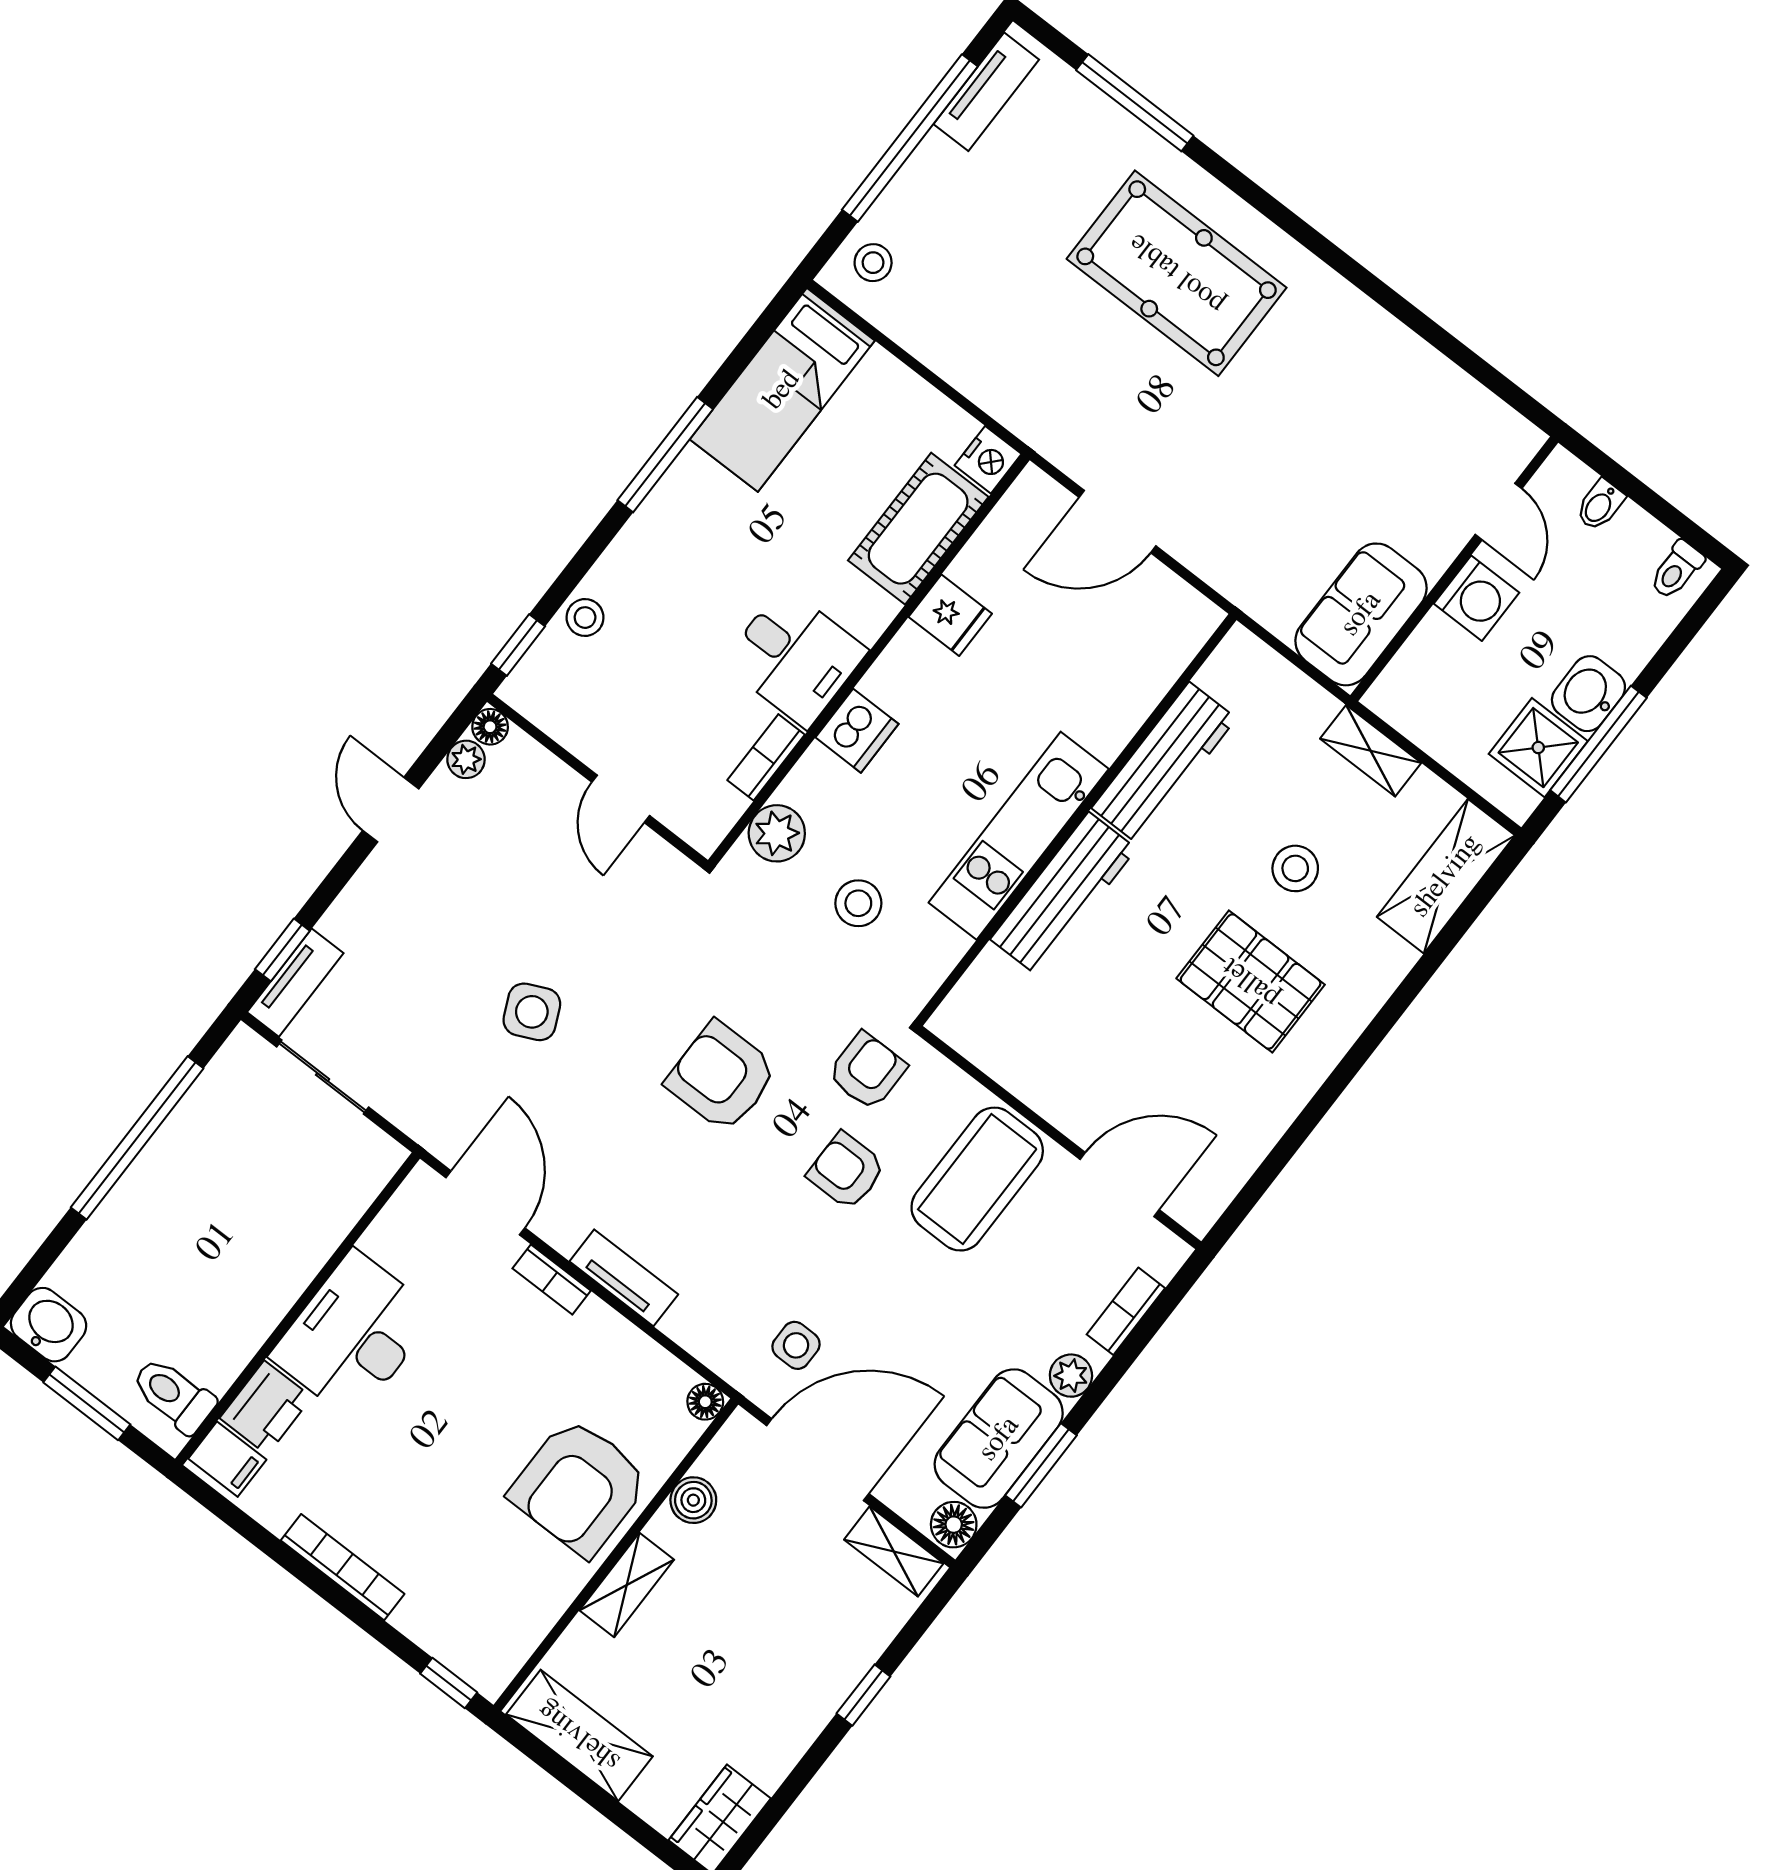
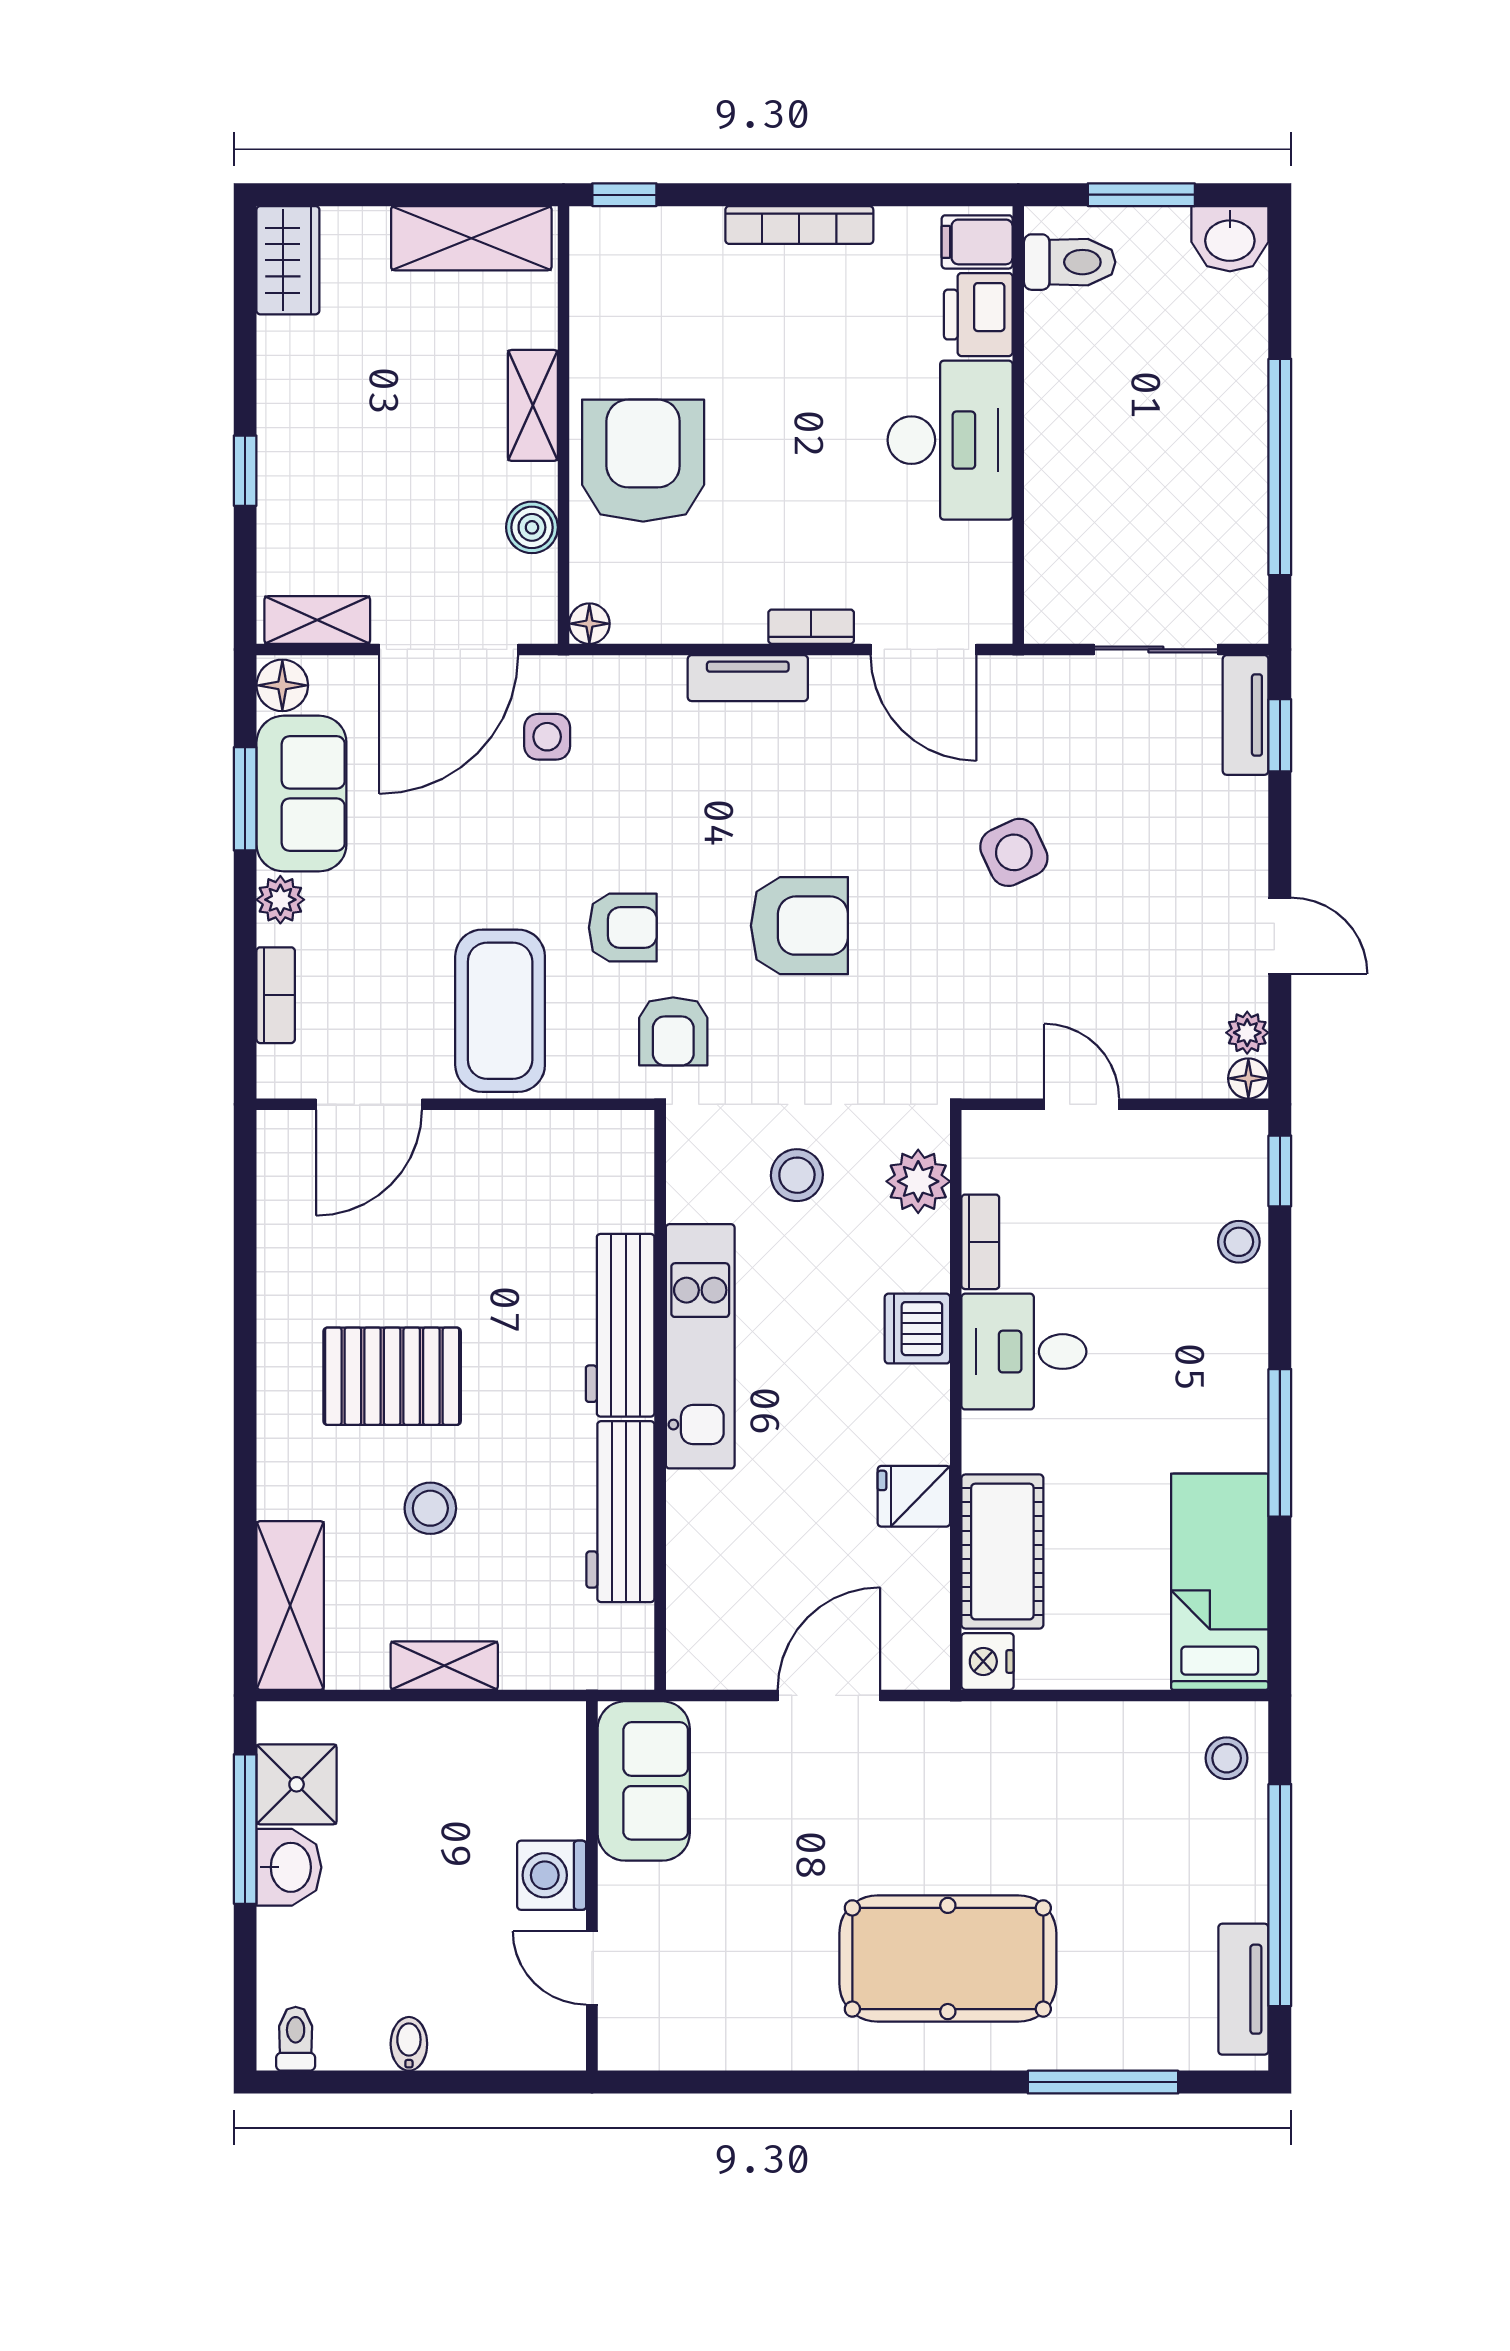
door: (1498, 512) -> (592, 1968), moved
wall: (1454, 569) -> (592, 1886), moved
washing machine: (1477, 598) -> (552, 1875), moved
sofa: (1361, 614) -> (644, 1781), moved

